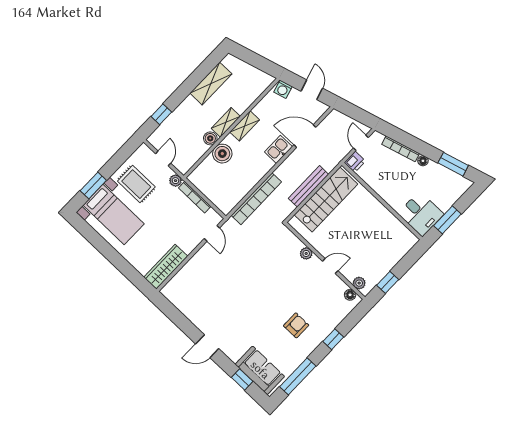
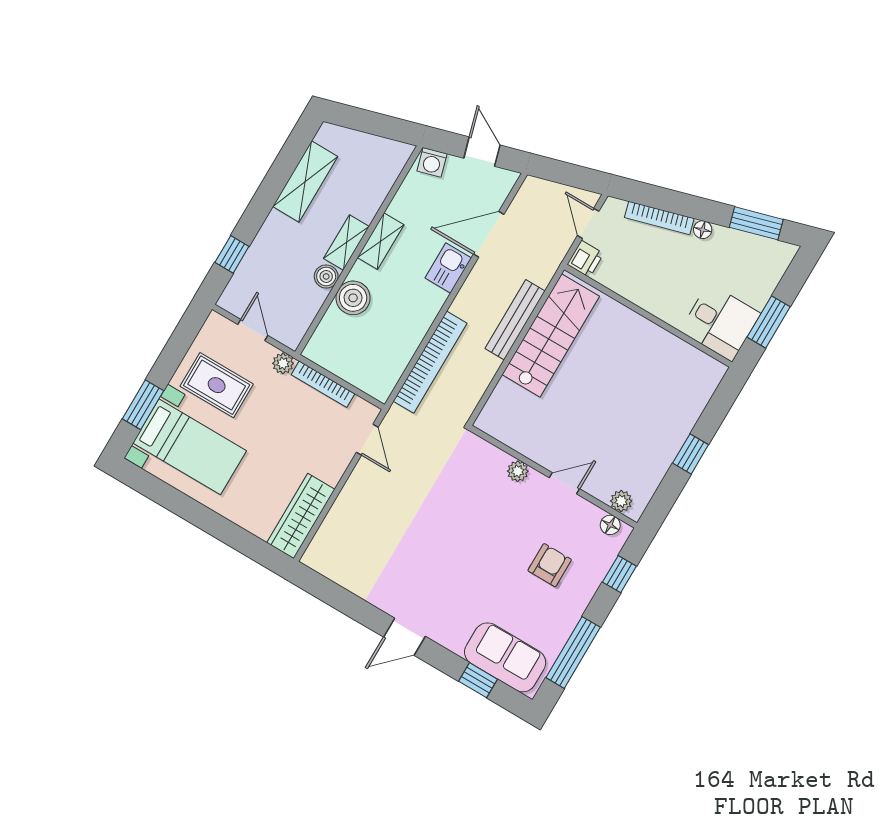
plant: (306, 253) -> (518, 471), moved
wall: (325, 261) -> (553, 477), moved
door: (330, 266) -> (564, 483), moved
plant: (359, 283) -> (621, 501), moved
floor lamp: (350, 295) -> (610, 525), moved

